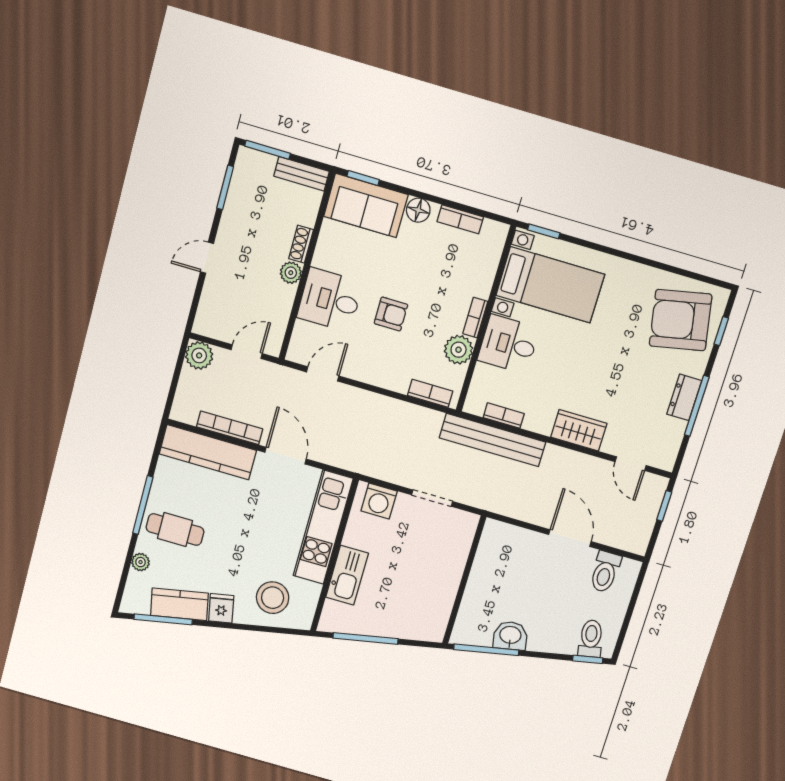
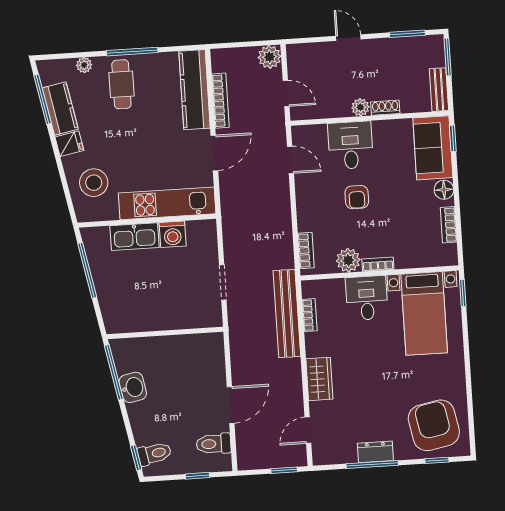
washing machine: (379, 501) -> (173, 234), moved, turned -90
window: (633, 601) -> (197, 476), added

